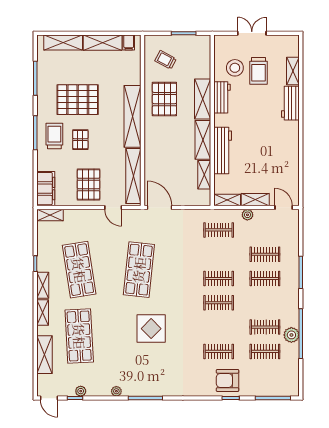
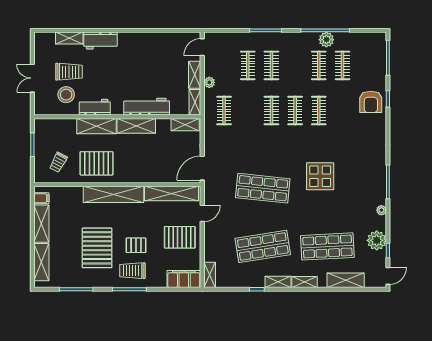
shelving: (204, 175) -> (185, 125), moved
clothes rail: (219, 351) -> (319, 110), moved
plant: (81, 391) -> (377, 240), width x1.88, depth x1.88

